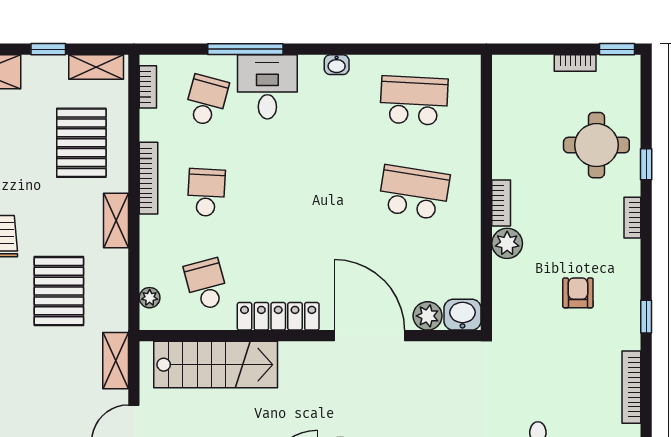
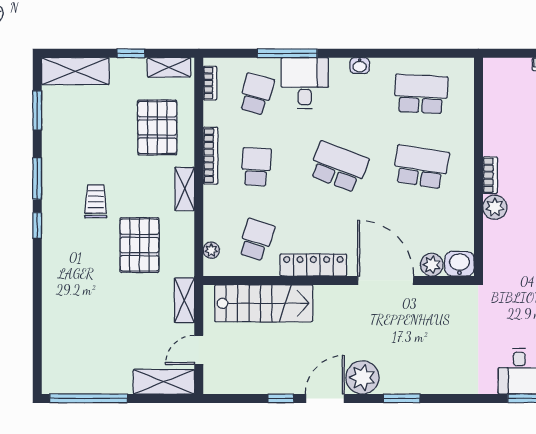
school desk: (310, 192) -> (339, 167), added
school desk: (206, 284) -> (256, 240), turned 33

